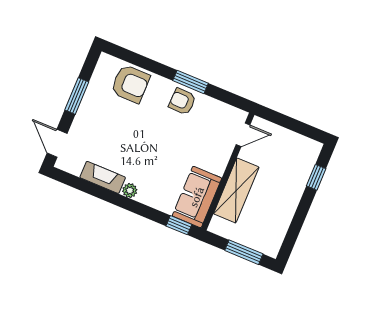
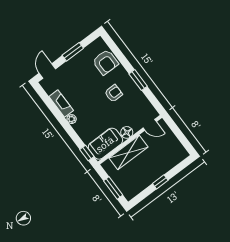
armchair: (182, 101) -> (114, 93), moved, turned 88
floor lamp: (217, 164) -> (127, 132), added
window: (316, 177) -> (160, 182), moved

